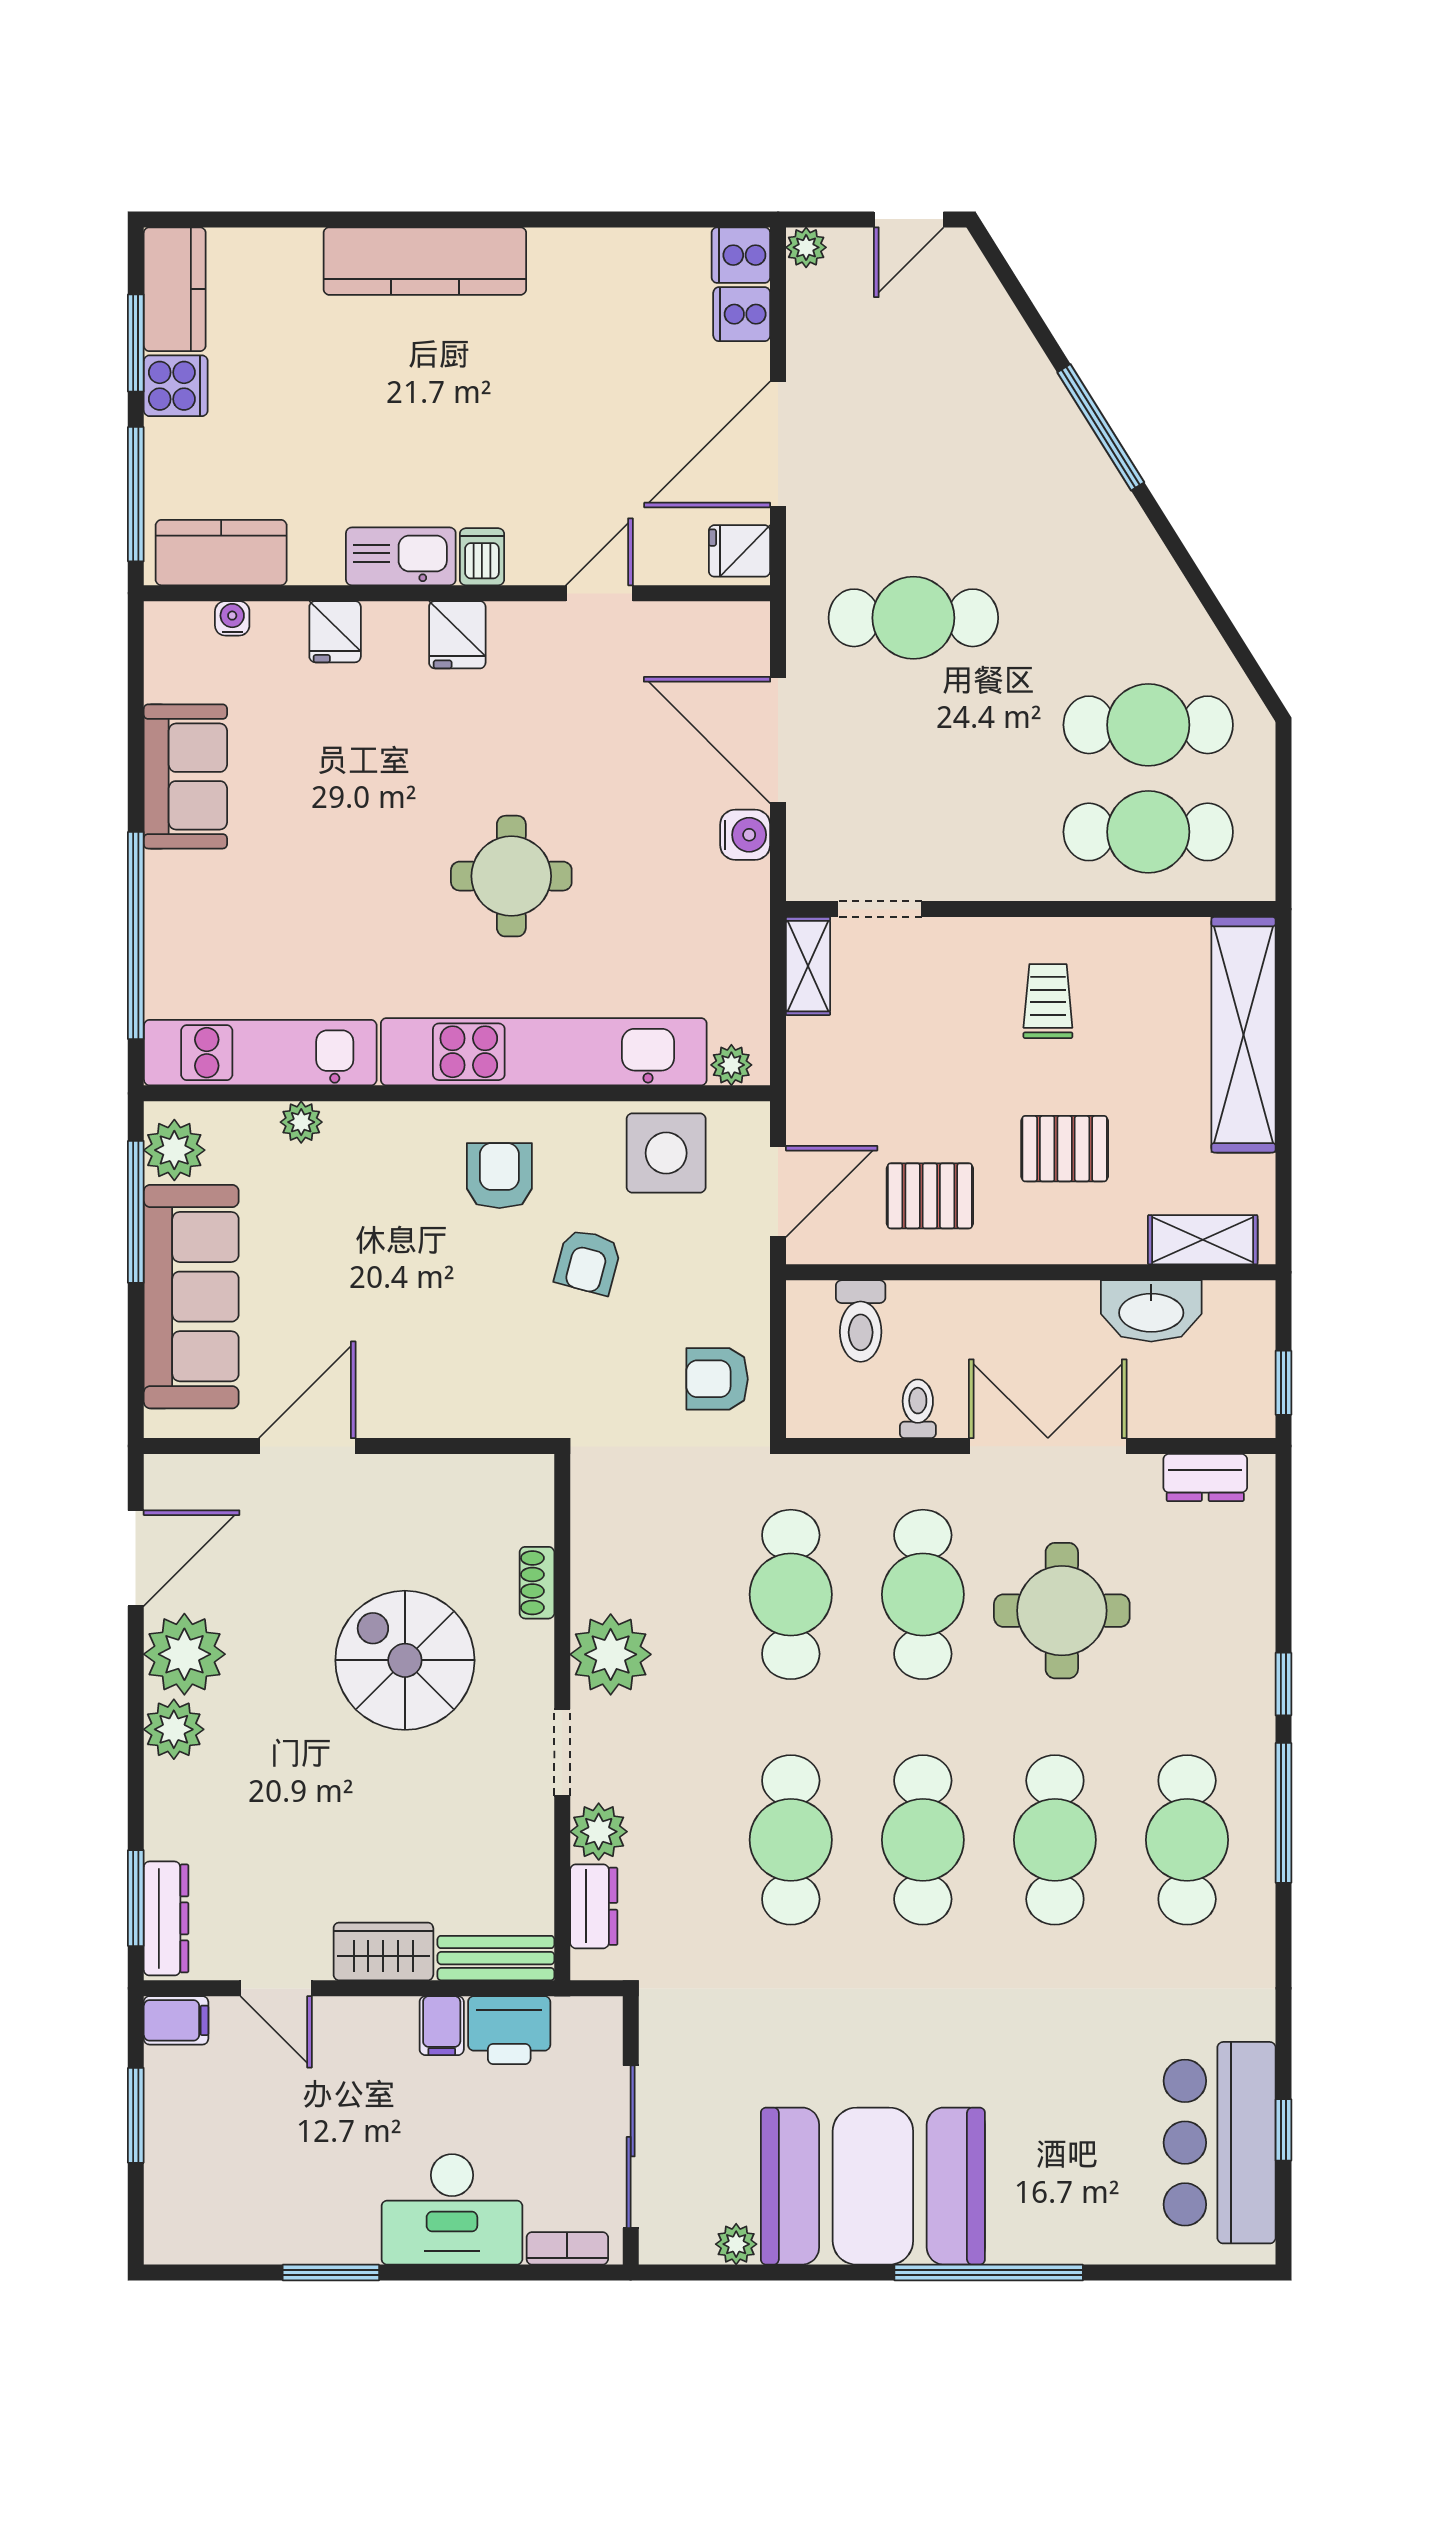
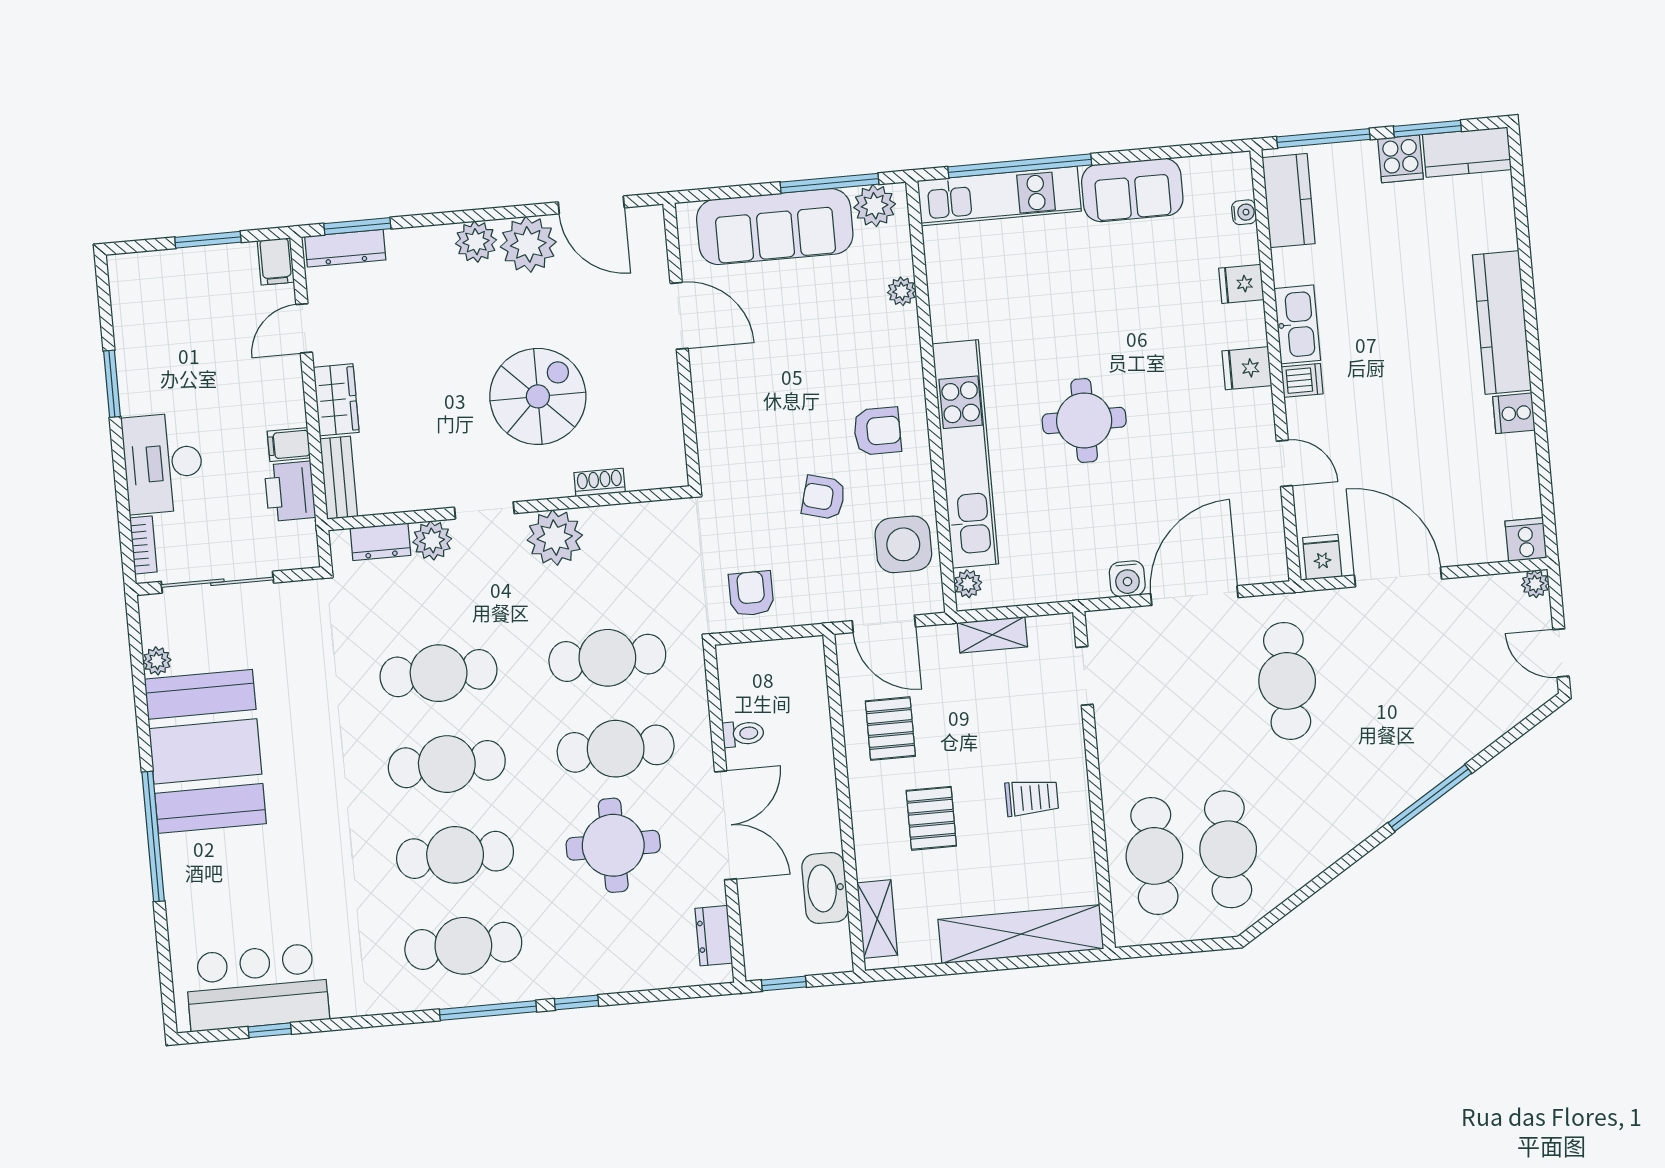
cooker: (742, 314) -> (1514, 413), moved, turned -90
shelving: (808, 966) -> (992, 635), moved
kitchen unit: (260, 1053) -> (999, 196), moved, turned 90
toilet: (861, 1321) -> (800, 689), removed

